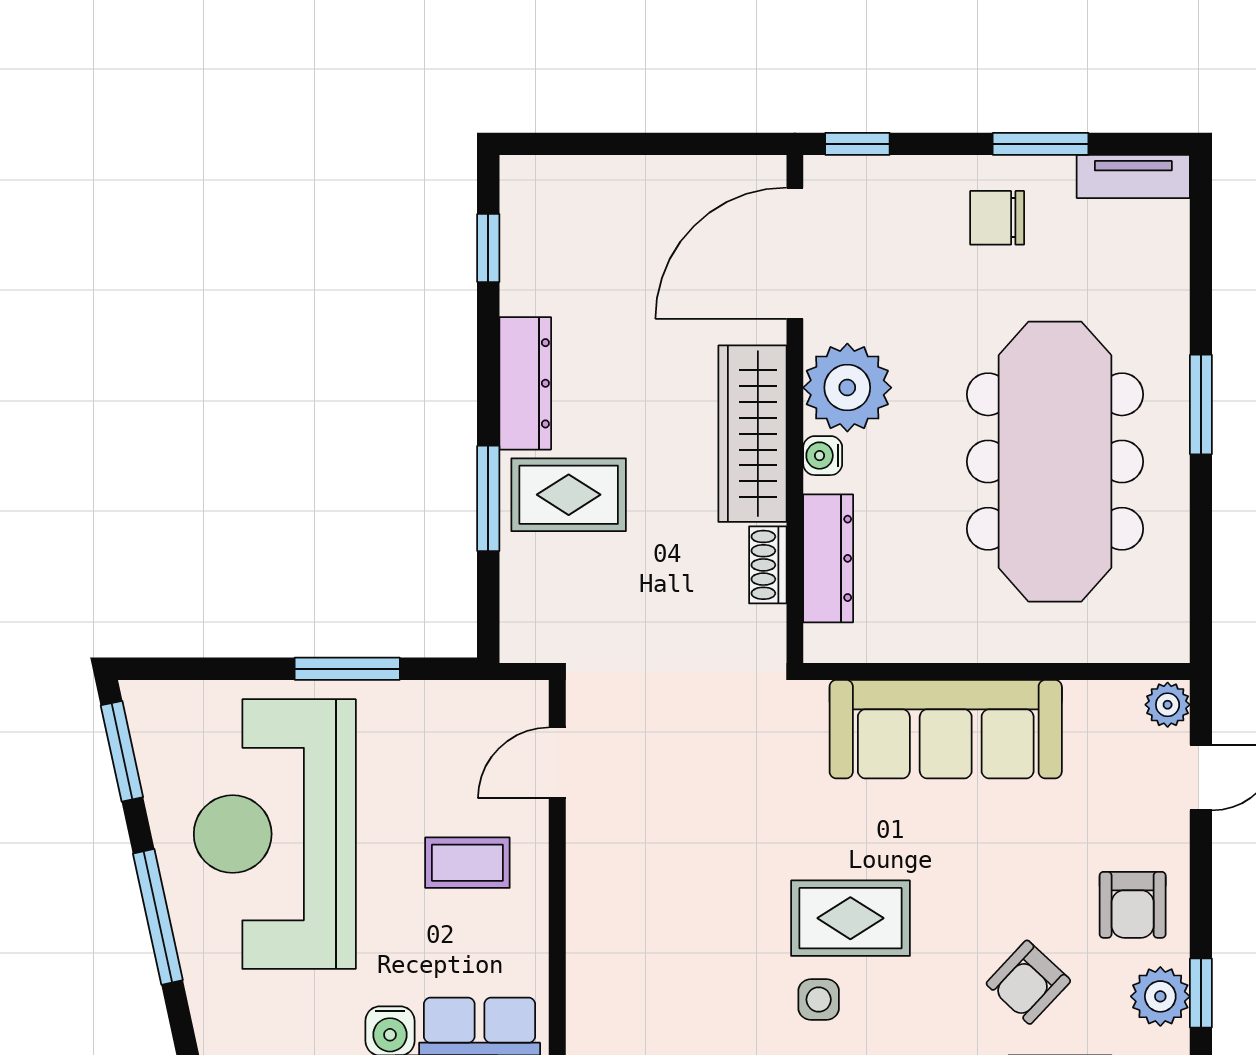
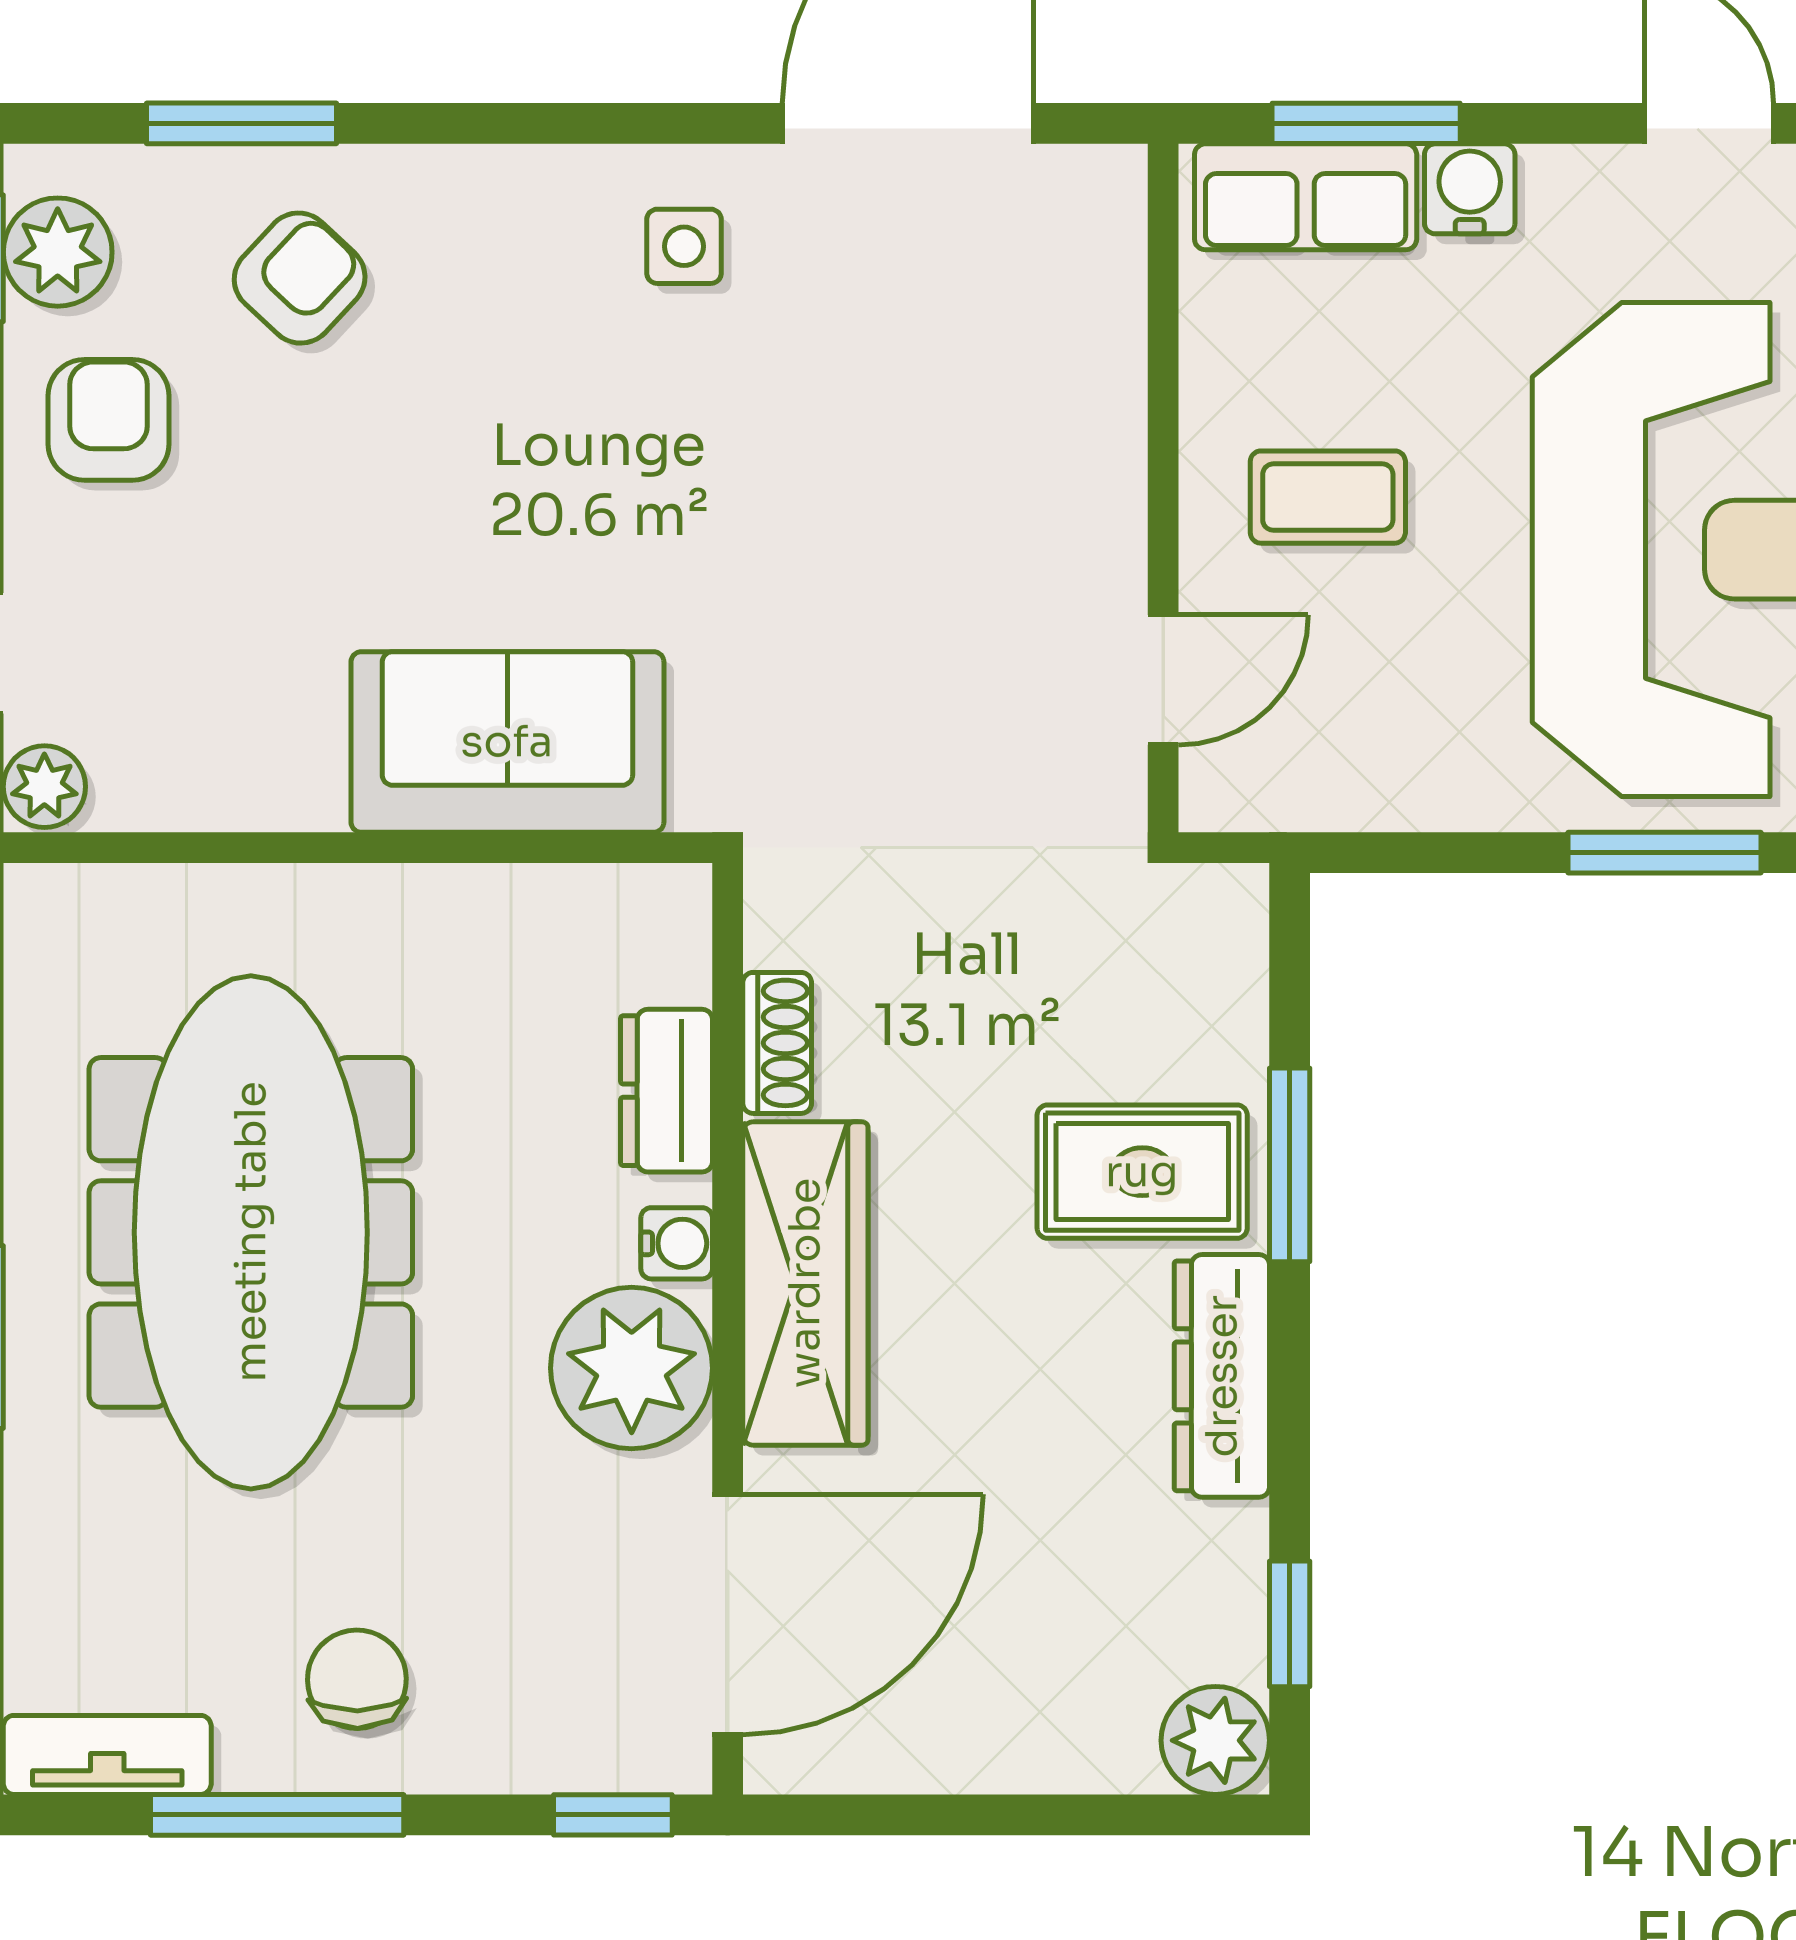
window: (1041, 144) -> (277, 1815), width x1.44
plant: (529, 184) -> (1215, 1740), added
chair: (997, 218) -> (357, 1679), turned -91
dresser: (828, 558) -> (667, 1091), width x0.70
window: (347, 669) -> (1664, 853), moved
sofa: (946, 729) -> (507, 742), width x0.73
rug: (850, 918) -> (626, 395), removed

